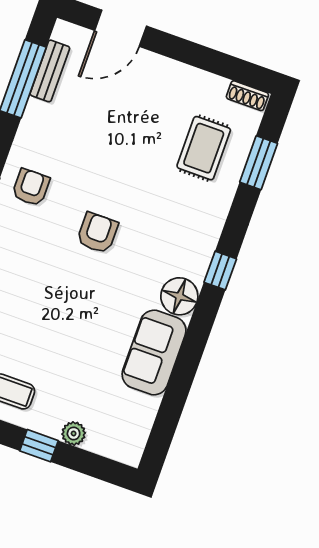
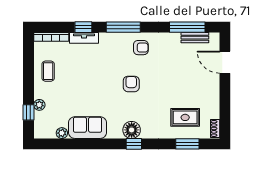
armchair: (97, 233) -> (131, 84), turned -90
floor lamp: (179, 296) -> (132, 130), moved
plant: (147, 408) -> (62, 133), added
window: (39, 446) -> (28, 112), moved

